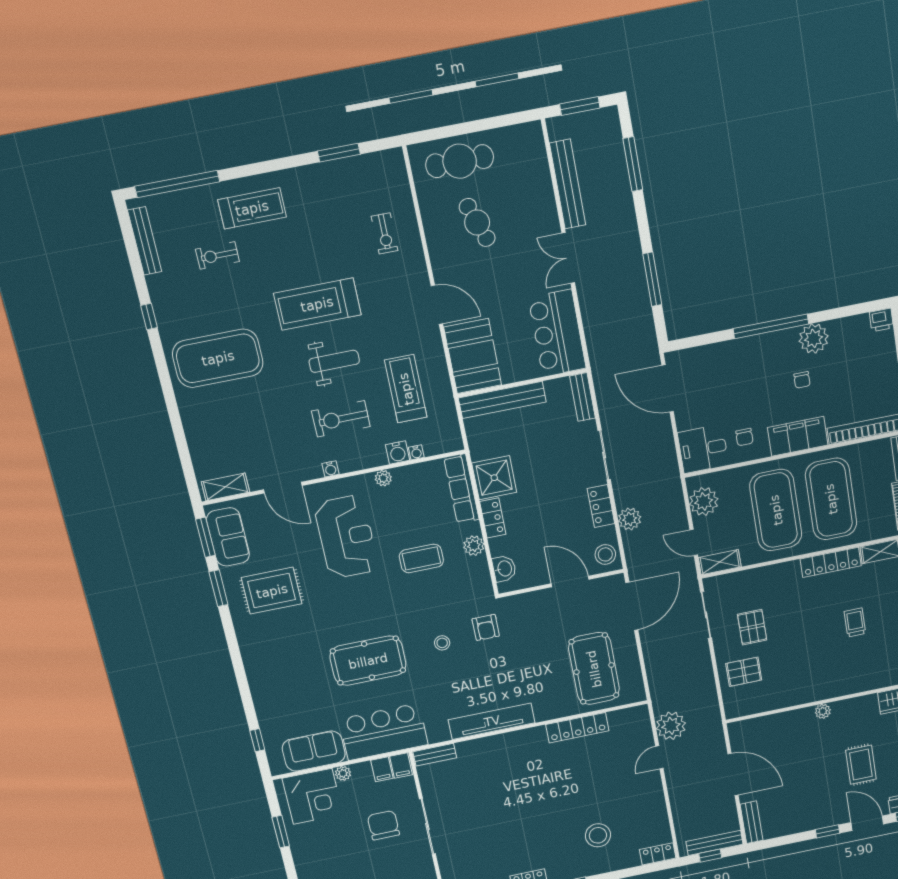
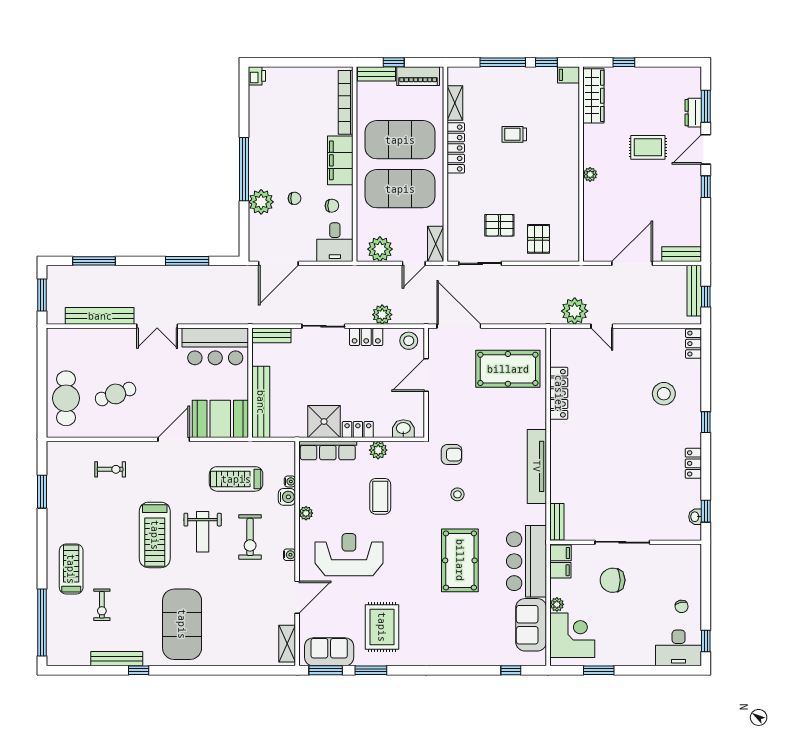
bench: (145, 241) -> (117, 659), moved
plant: (814, 338) -> (261, 202), moved
weight bench: (334, 361) -> (203, 532), turned 180
chair: (802, 380) -> (295, 198), moved

